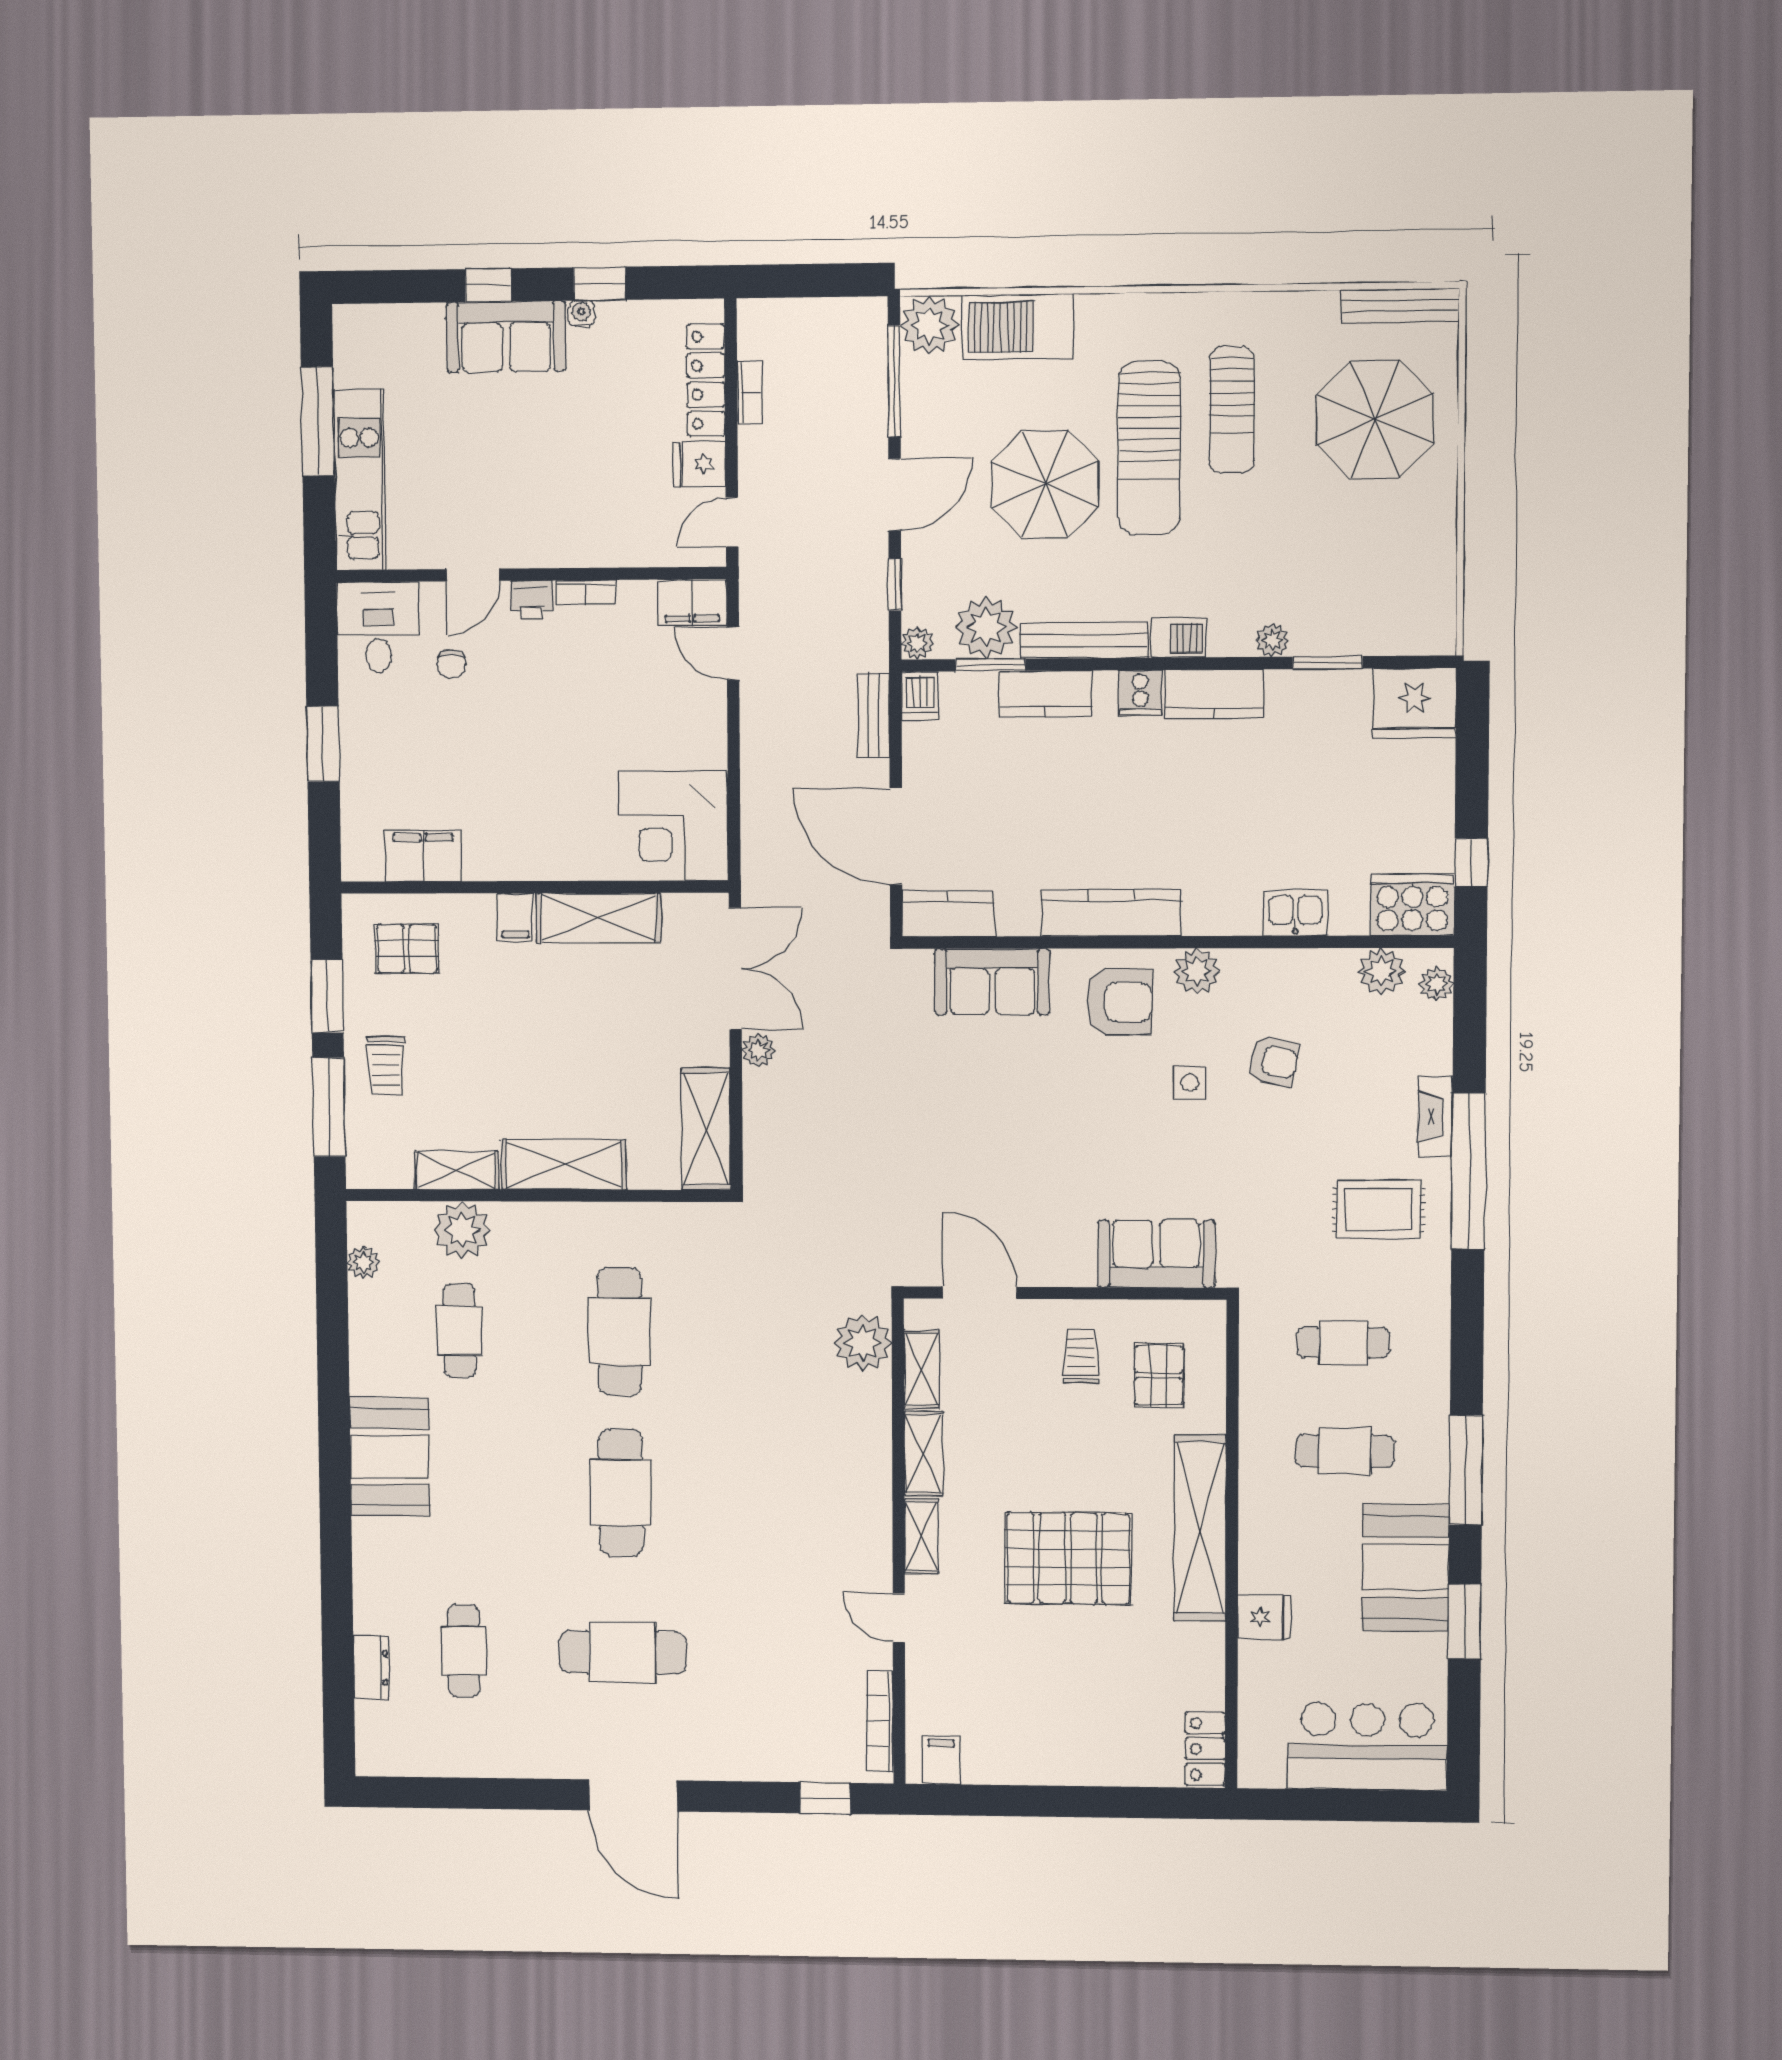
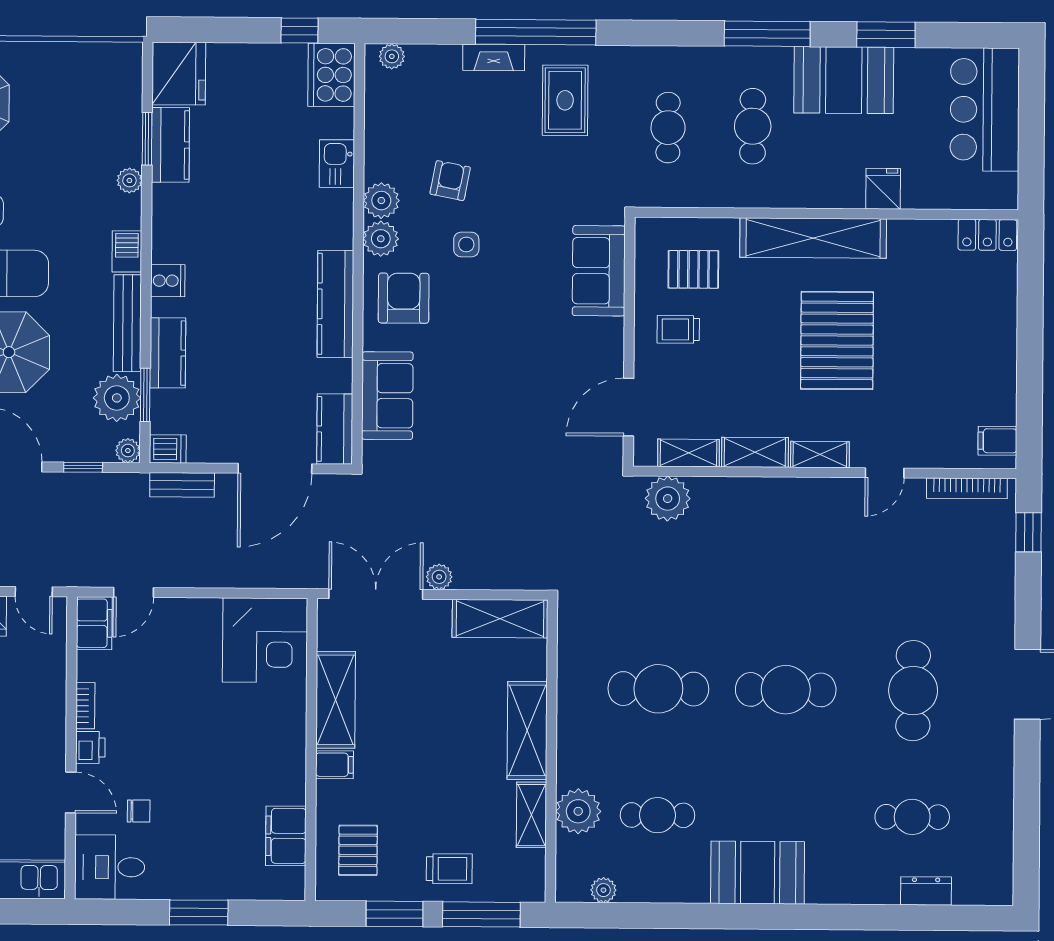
kitchen counter: (1214, 694) -> (170, 145), moved
plant: (1381, 971) -> (381, 201), moved

